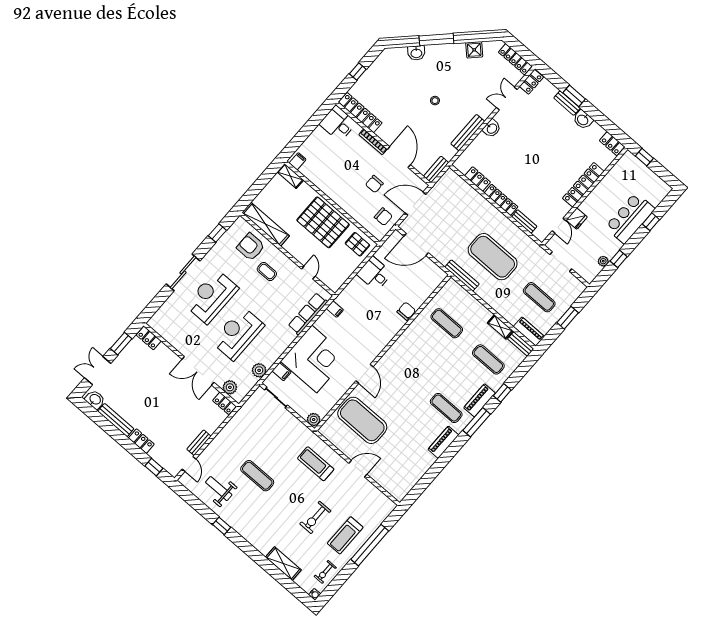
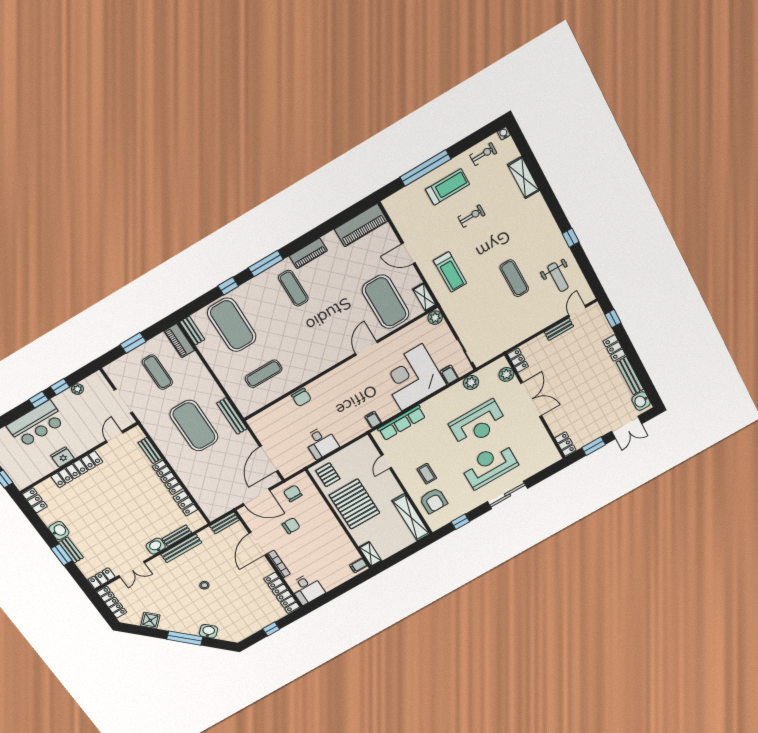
bench: (476, 144) -> (177, 536), added
fridge: (577, 219) -> (63, 457), moved
window: (651, 222) -> (39, 400), moved
door: (416, 244) -> (269, 459), swing flipped
reception desk: (212, 297) -> (489, 465), turned 180
chair: (406, 311) -> (301, 397), turned -90
exercise mat: (447, 323) -> (264, 374), turned 90
shelving: (500, 327) -> (424, 297), moved
exercise mat: (488, 359) -> (232, 325), width x2.00, depth x1.45
piano: (480, 400) -> (361, 225), moved, width x1.37, depth x1.33
exercise bike: (315, 517) -> (472, 216), width x0.73, depth x0.72

